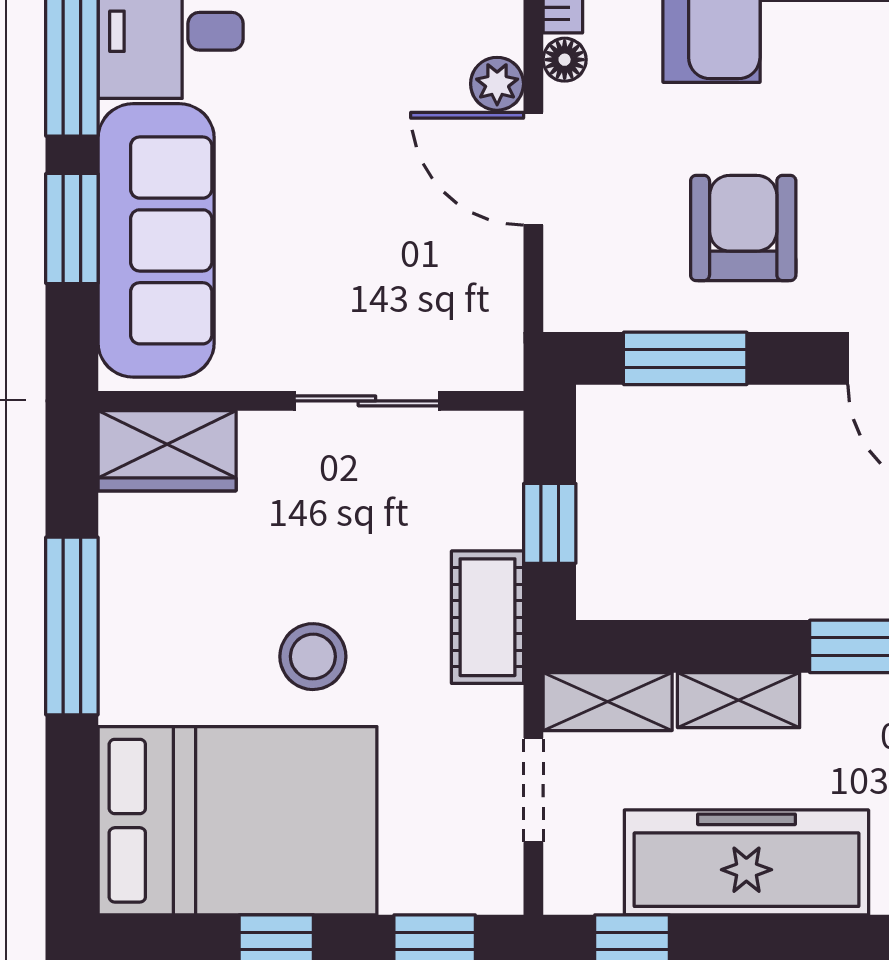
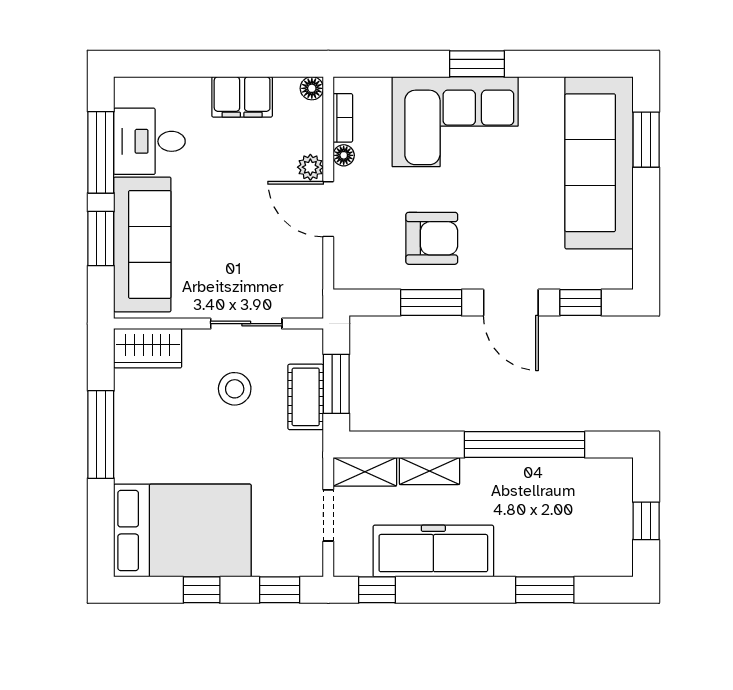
armchair: (743, 228) -> (432, 238), turned 90
window: (685, 358) -> (431, 303), moved
window: (550, 523) -> (336, 384), width x1.50
cot: (487, 617) -> (306, 397), moved
stool: (313, 657) -> (235, 389), moved

